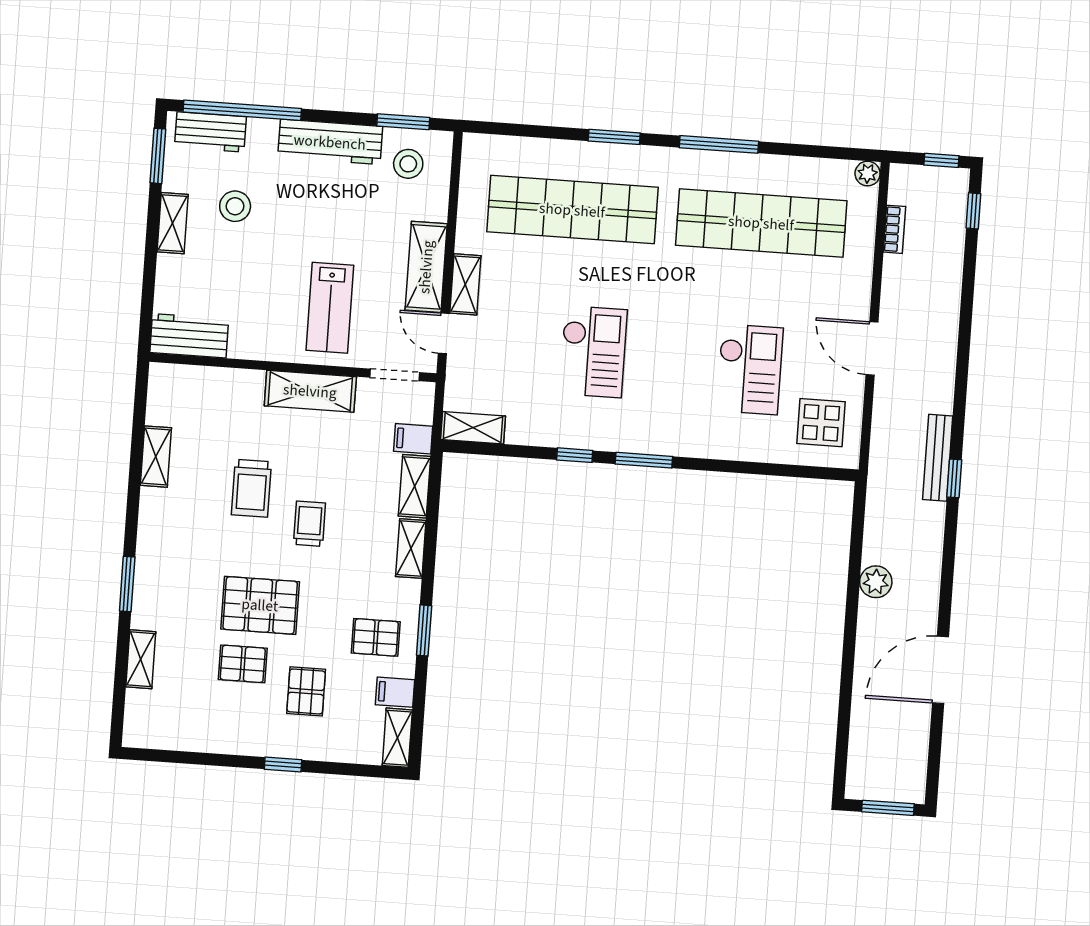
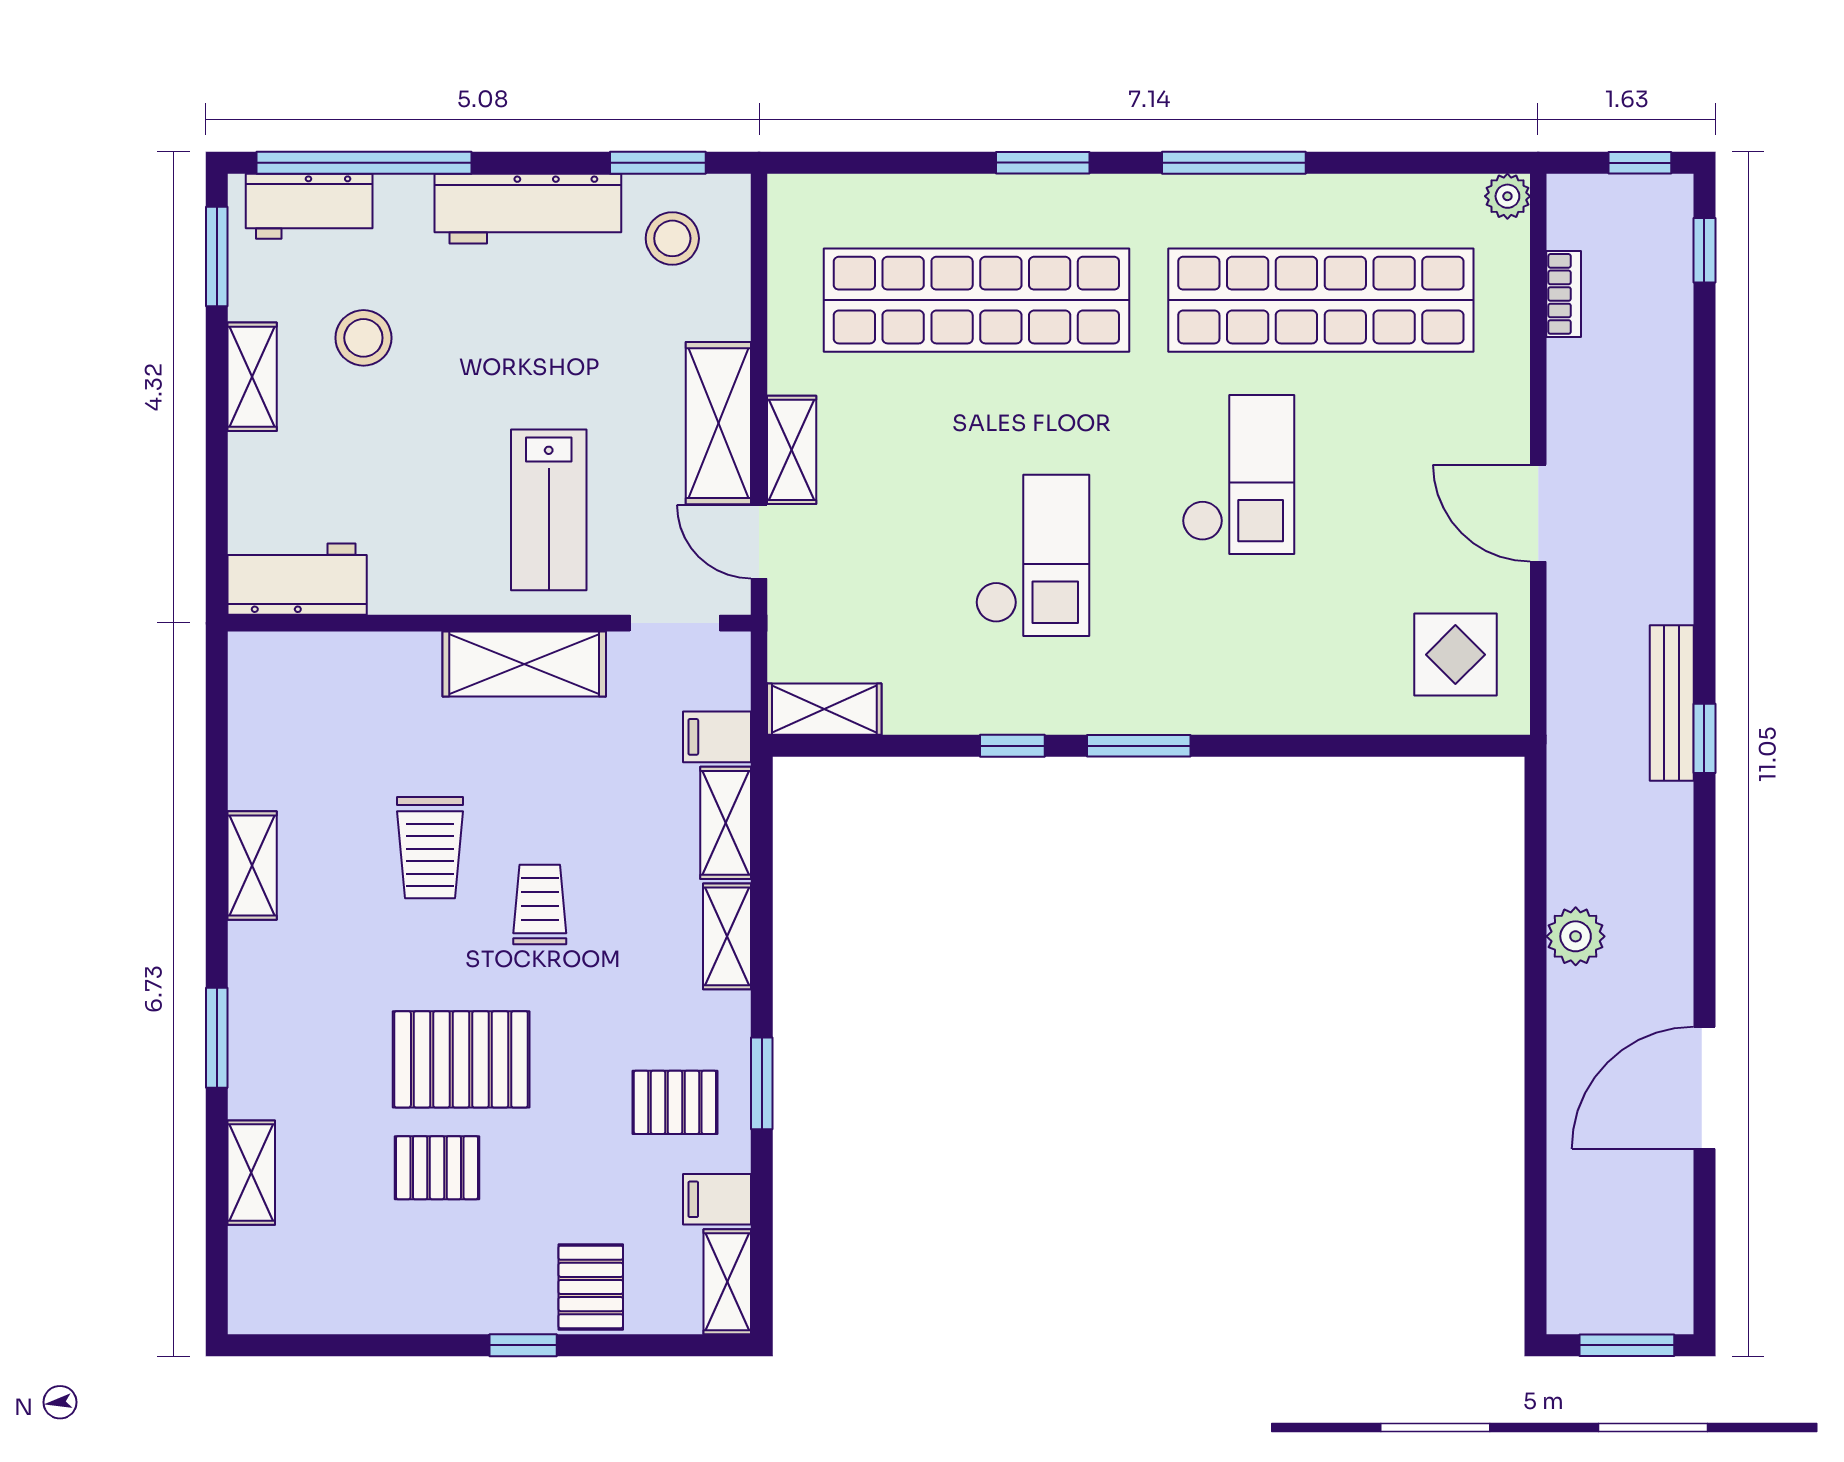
checkout: (750, 369) -> (1238, 475), moved
shelving: (156, 457) -> (252, 866), moved
pallet: (306, 691) -> (591, 1287), moved

